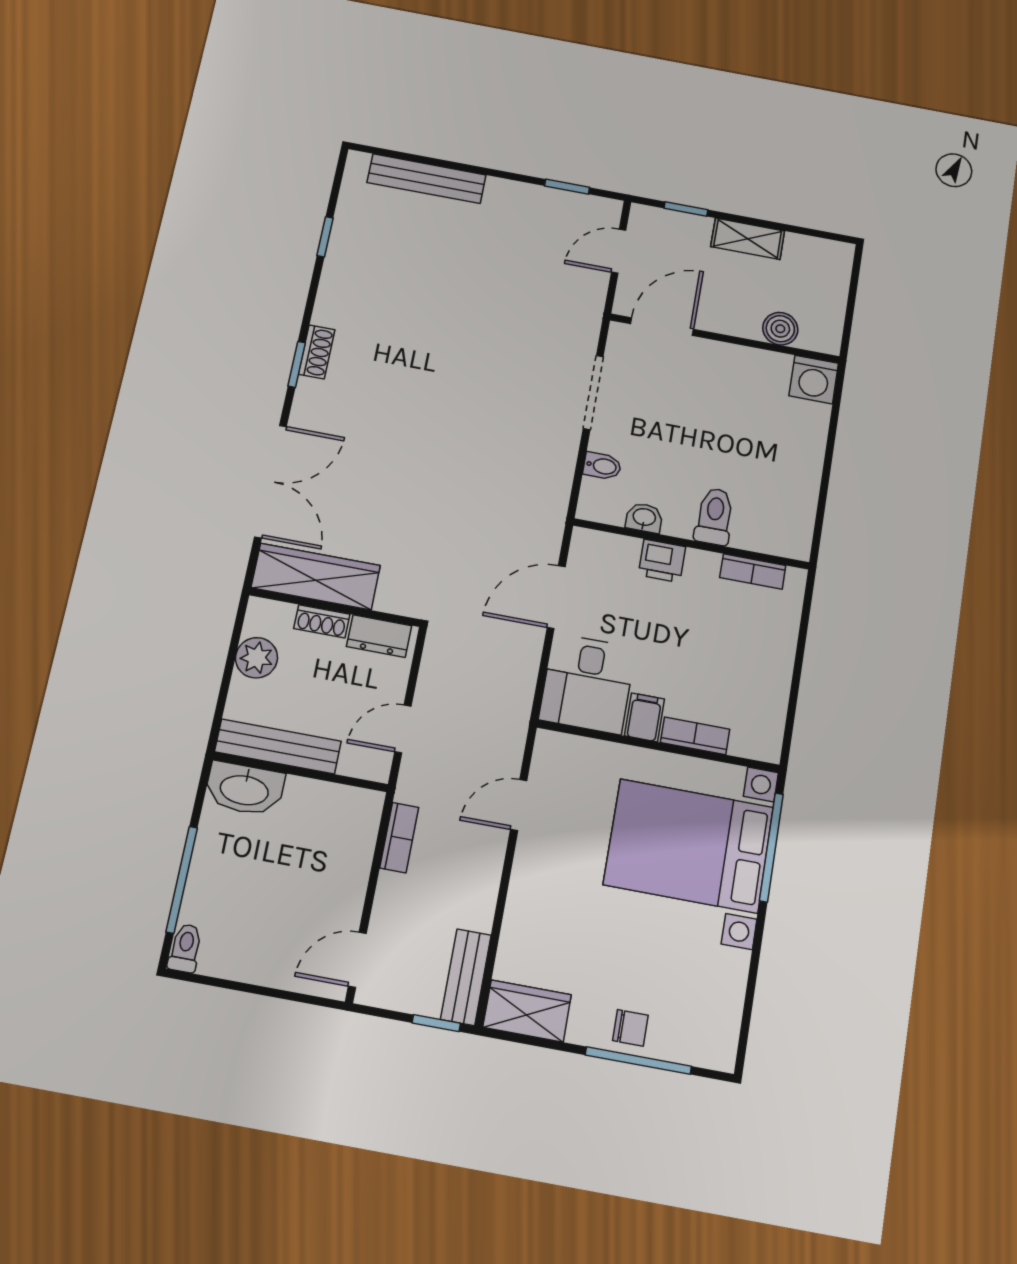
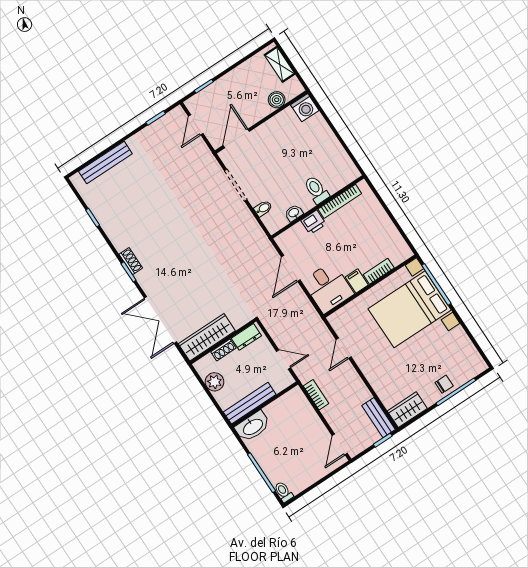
shelving: (748, 239) -> (280, 64), moved, turned 90
double door: (270, 481) -> (160, 320), swing flipped
bookcase: (753, 572) -> (340, 201), width x1.56
door: (403, 729) -> (284, 359), swing flipped

